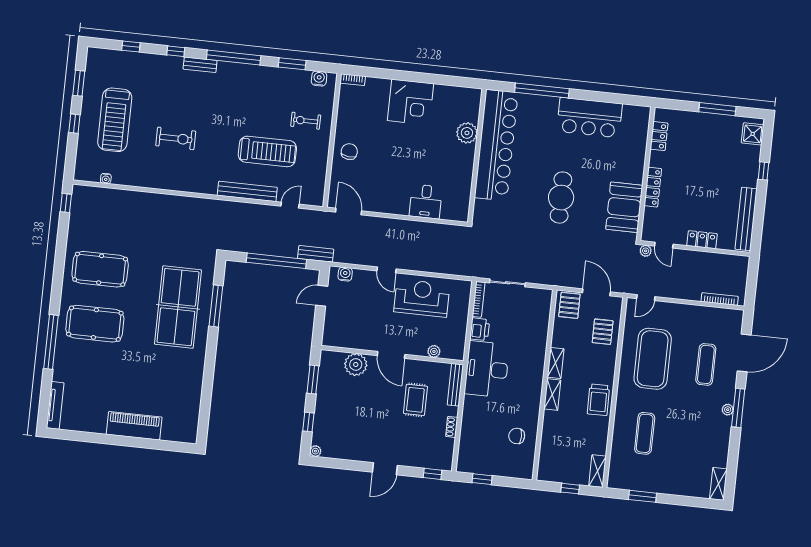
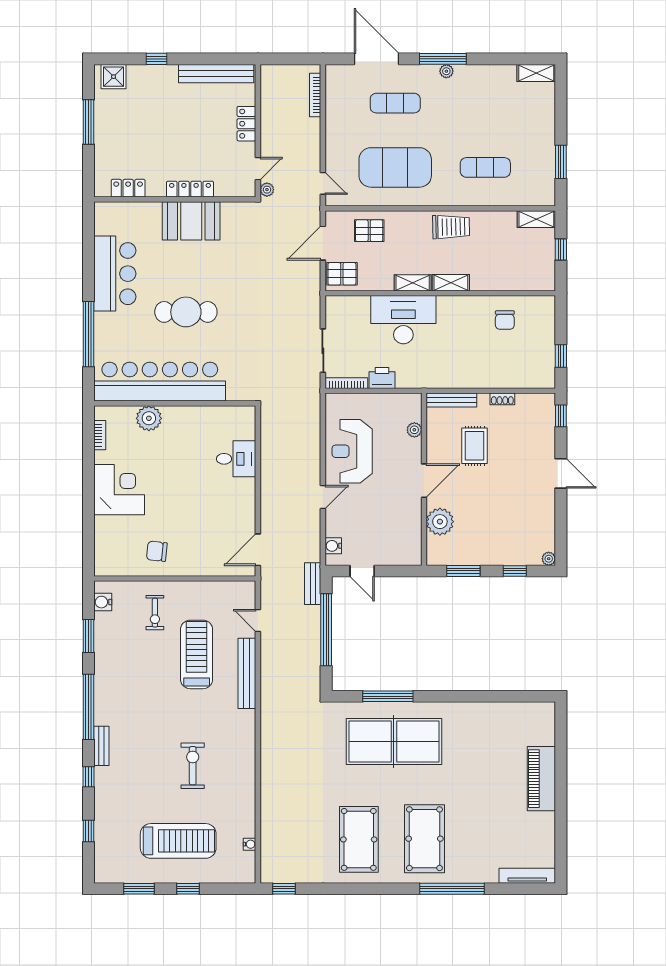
bookcase: (353, 80) -> (100, 435), moved
chair: (349, 152) -> (157, 551), moved
cafe table: (561, 198) -> (186, 312), moved
booth: (624, 207) -> (191, 221), moved
desk: (487, 369) -> (403, 320), moved, turned 180
rug: (415, 400) -> (475, 446), turned 90

